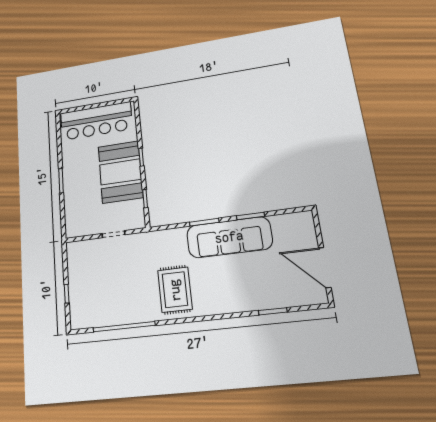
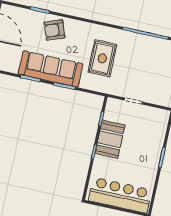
booth: (120, 172) -> (110, 139), width x0.73, depth x0.70
rug: (175, 290) -> (102, 58), moved
armchair: (243, 290) -> (54, 30), added

